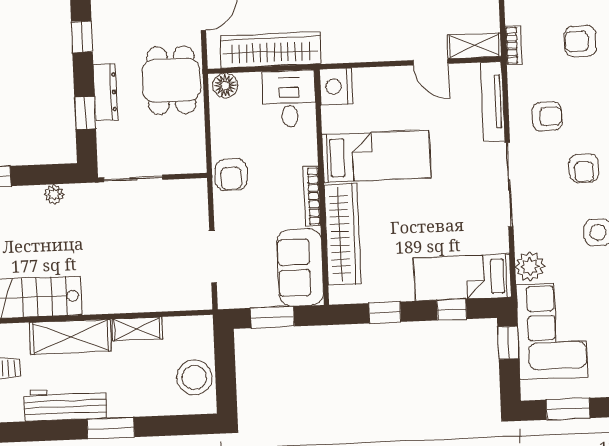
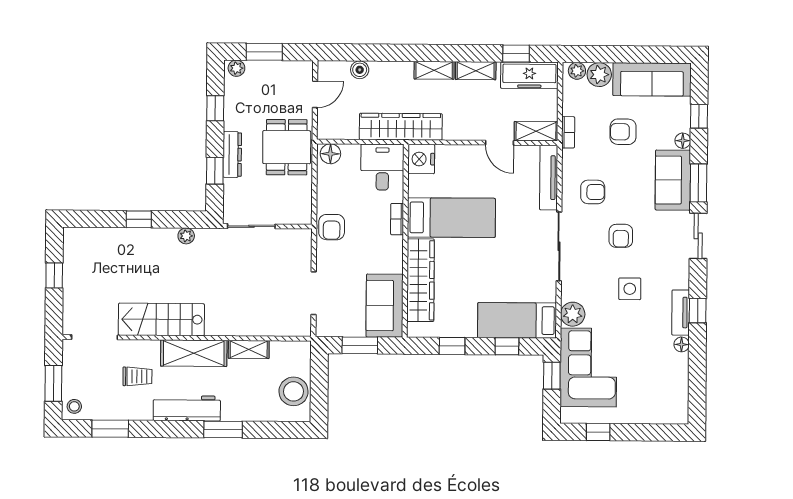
wardrobe: (271, 50) -> (401, 127), moved
bookcase: (312, 196) -> (397, 219), moved, width x0.64
window: (568, 409) -> (598, 432), width x0.67

